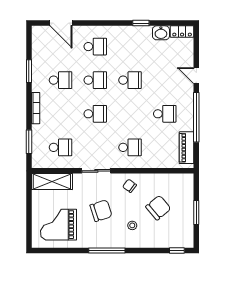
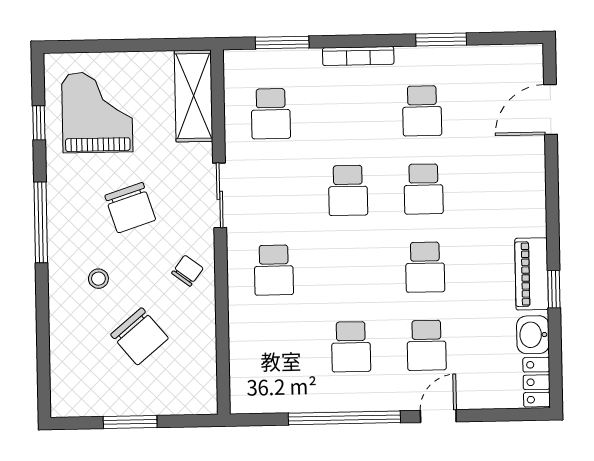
school desk: (95, 47) -> (427, 345), moved
piano: (186, 148) -> (532, 274), moved, turned -90
window: (177, 251) -> (39, 123), moved

